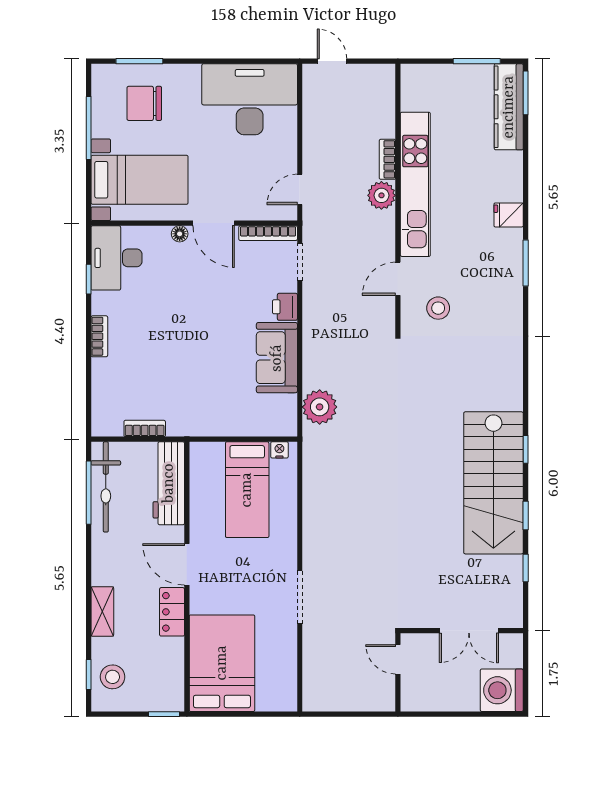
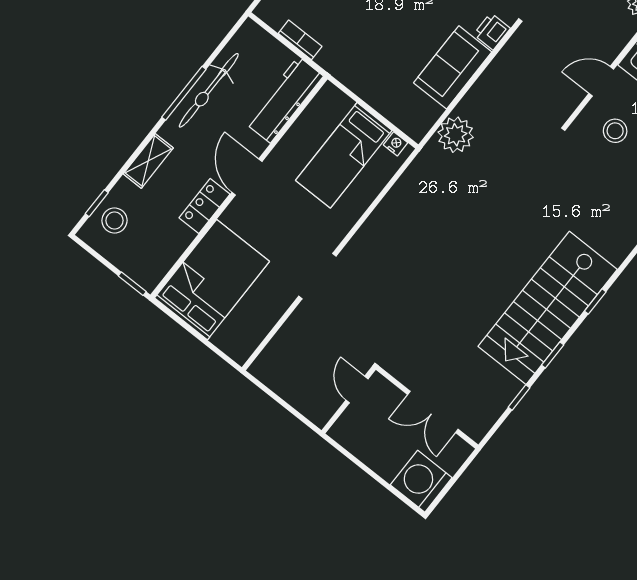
bicycle: (106, 487) -> (209, 90), moved
window: (89, 493) -> (184, 93), moved

